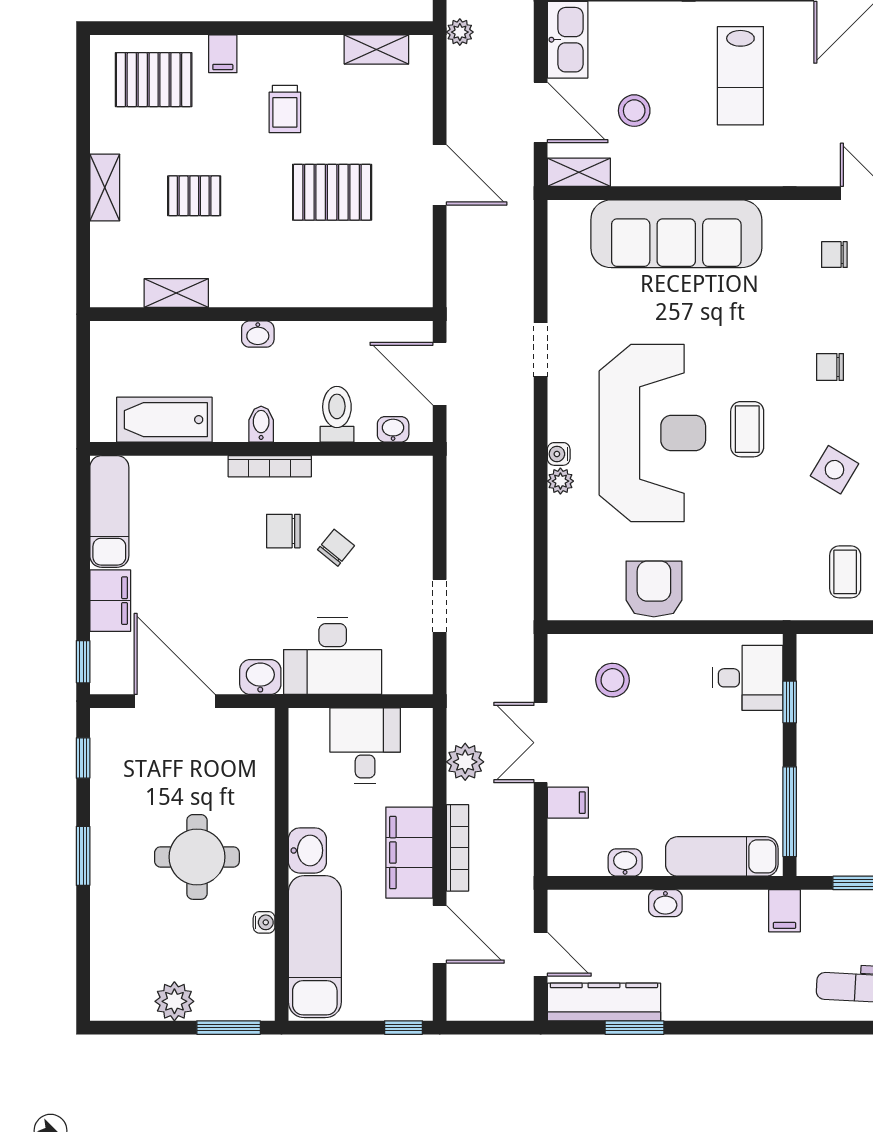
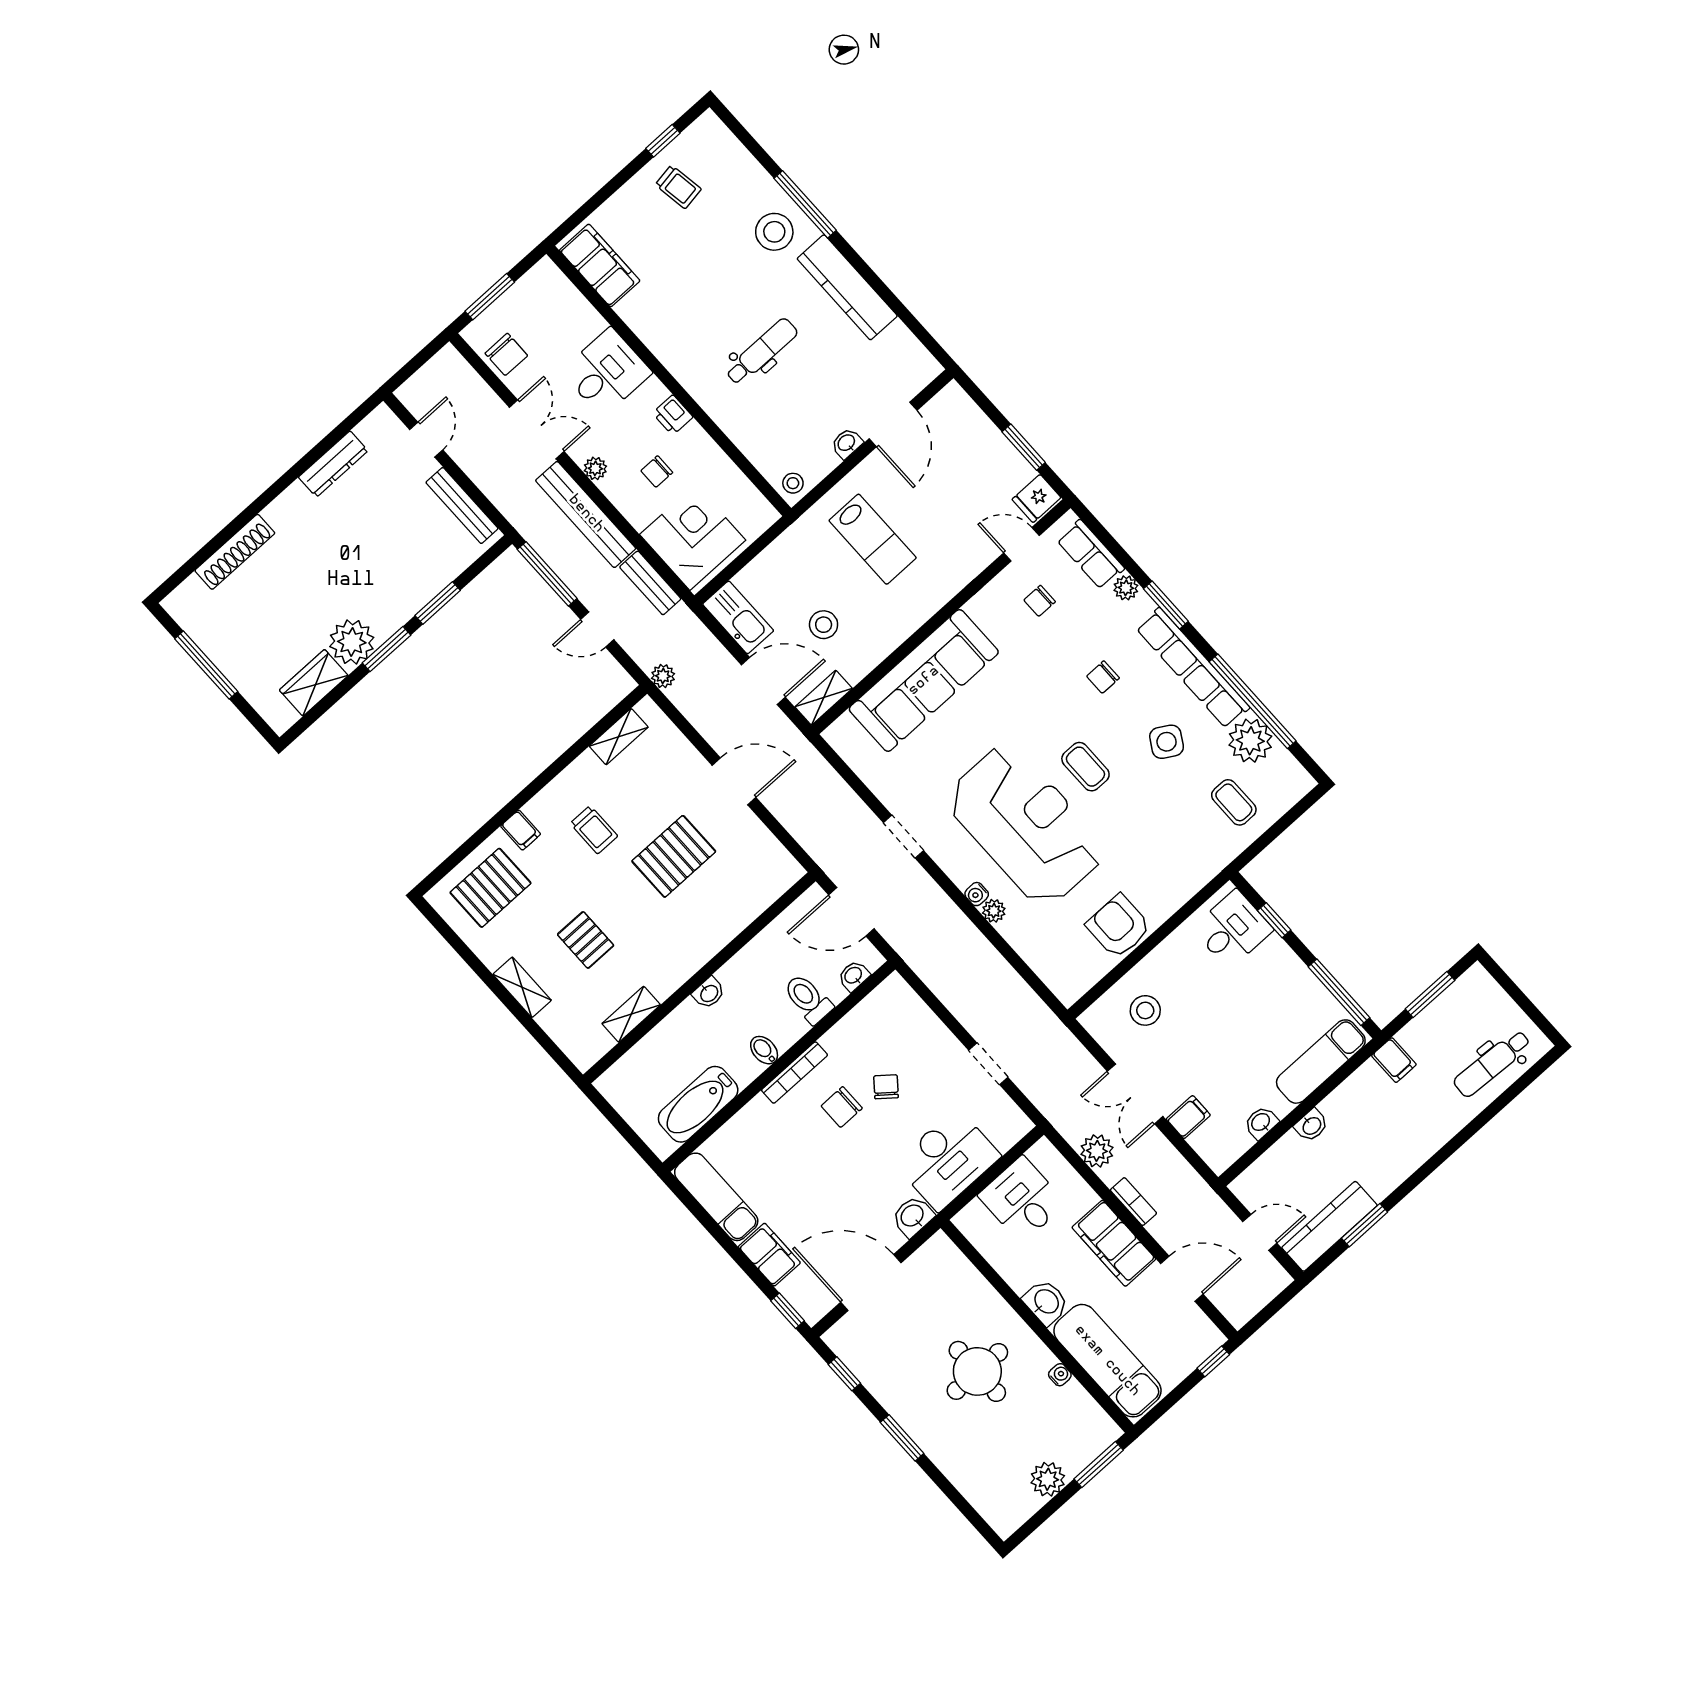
pallet: (194, 196) -> (586, 940), turned 90
bookcase: (458, 848) -> (1133, 1202), width x0.64

